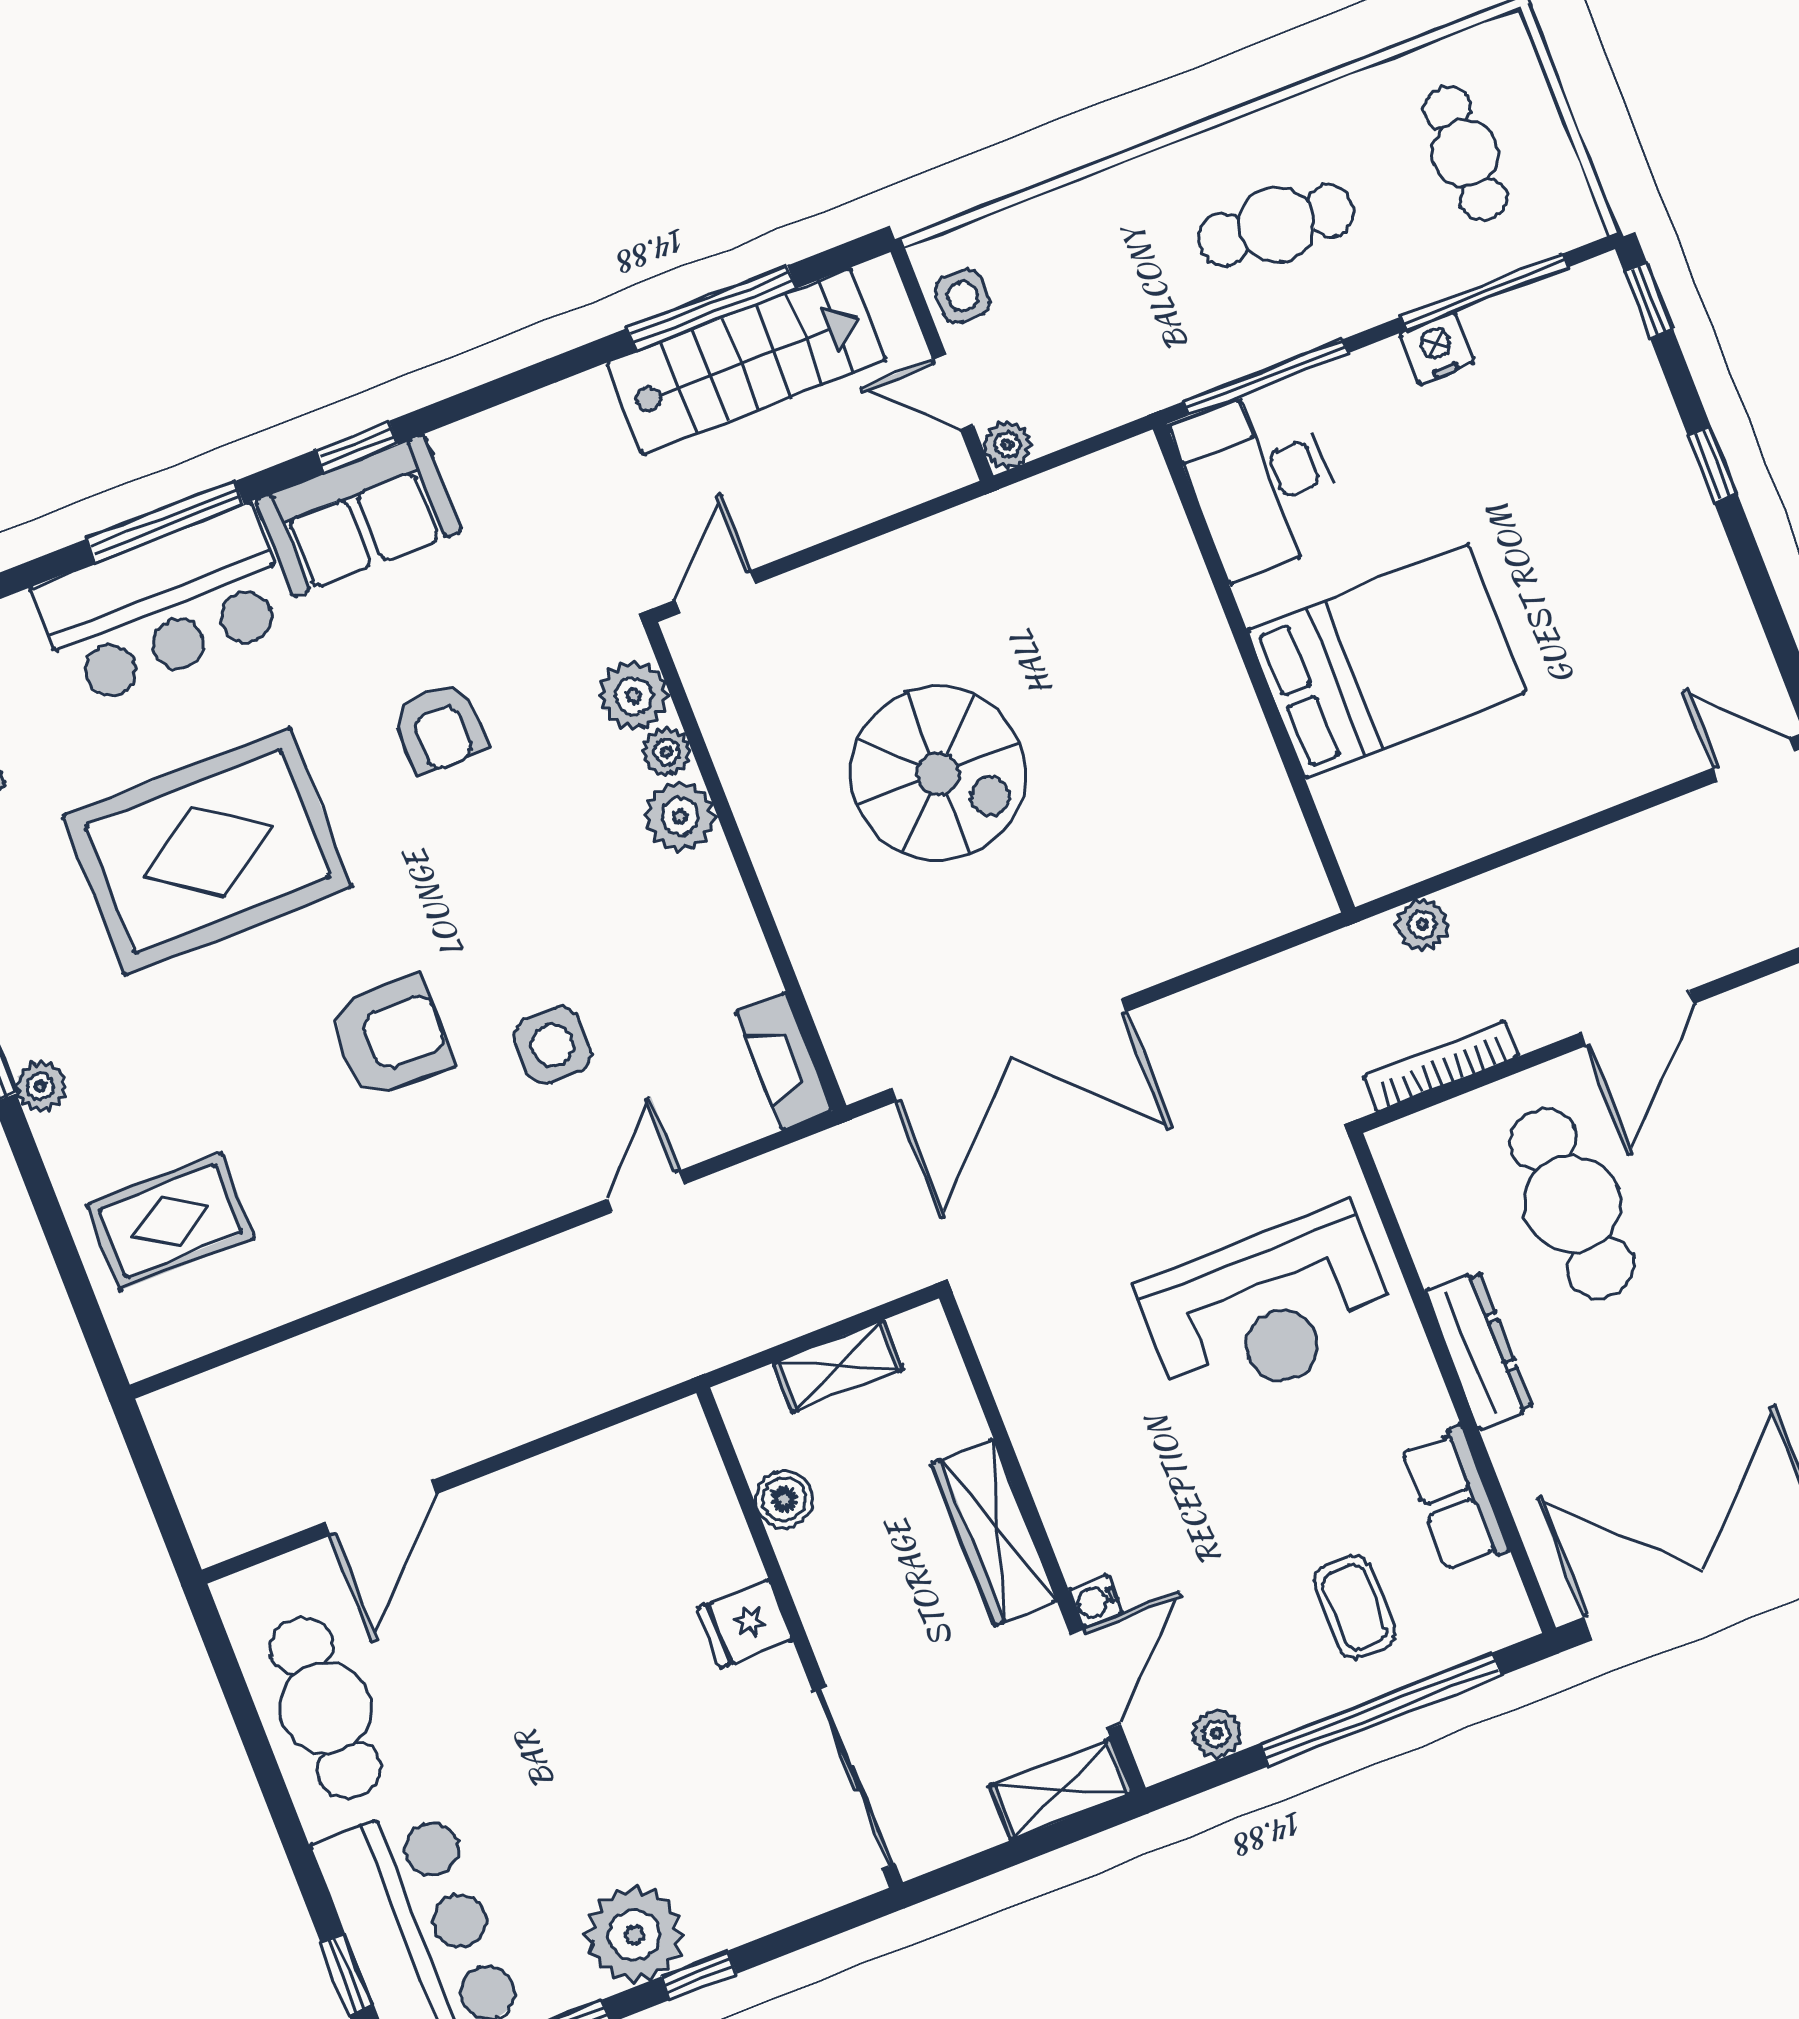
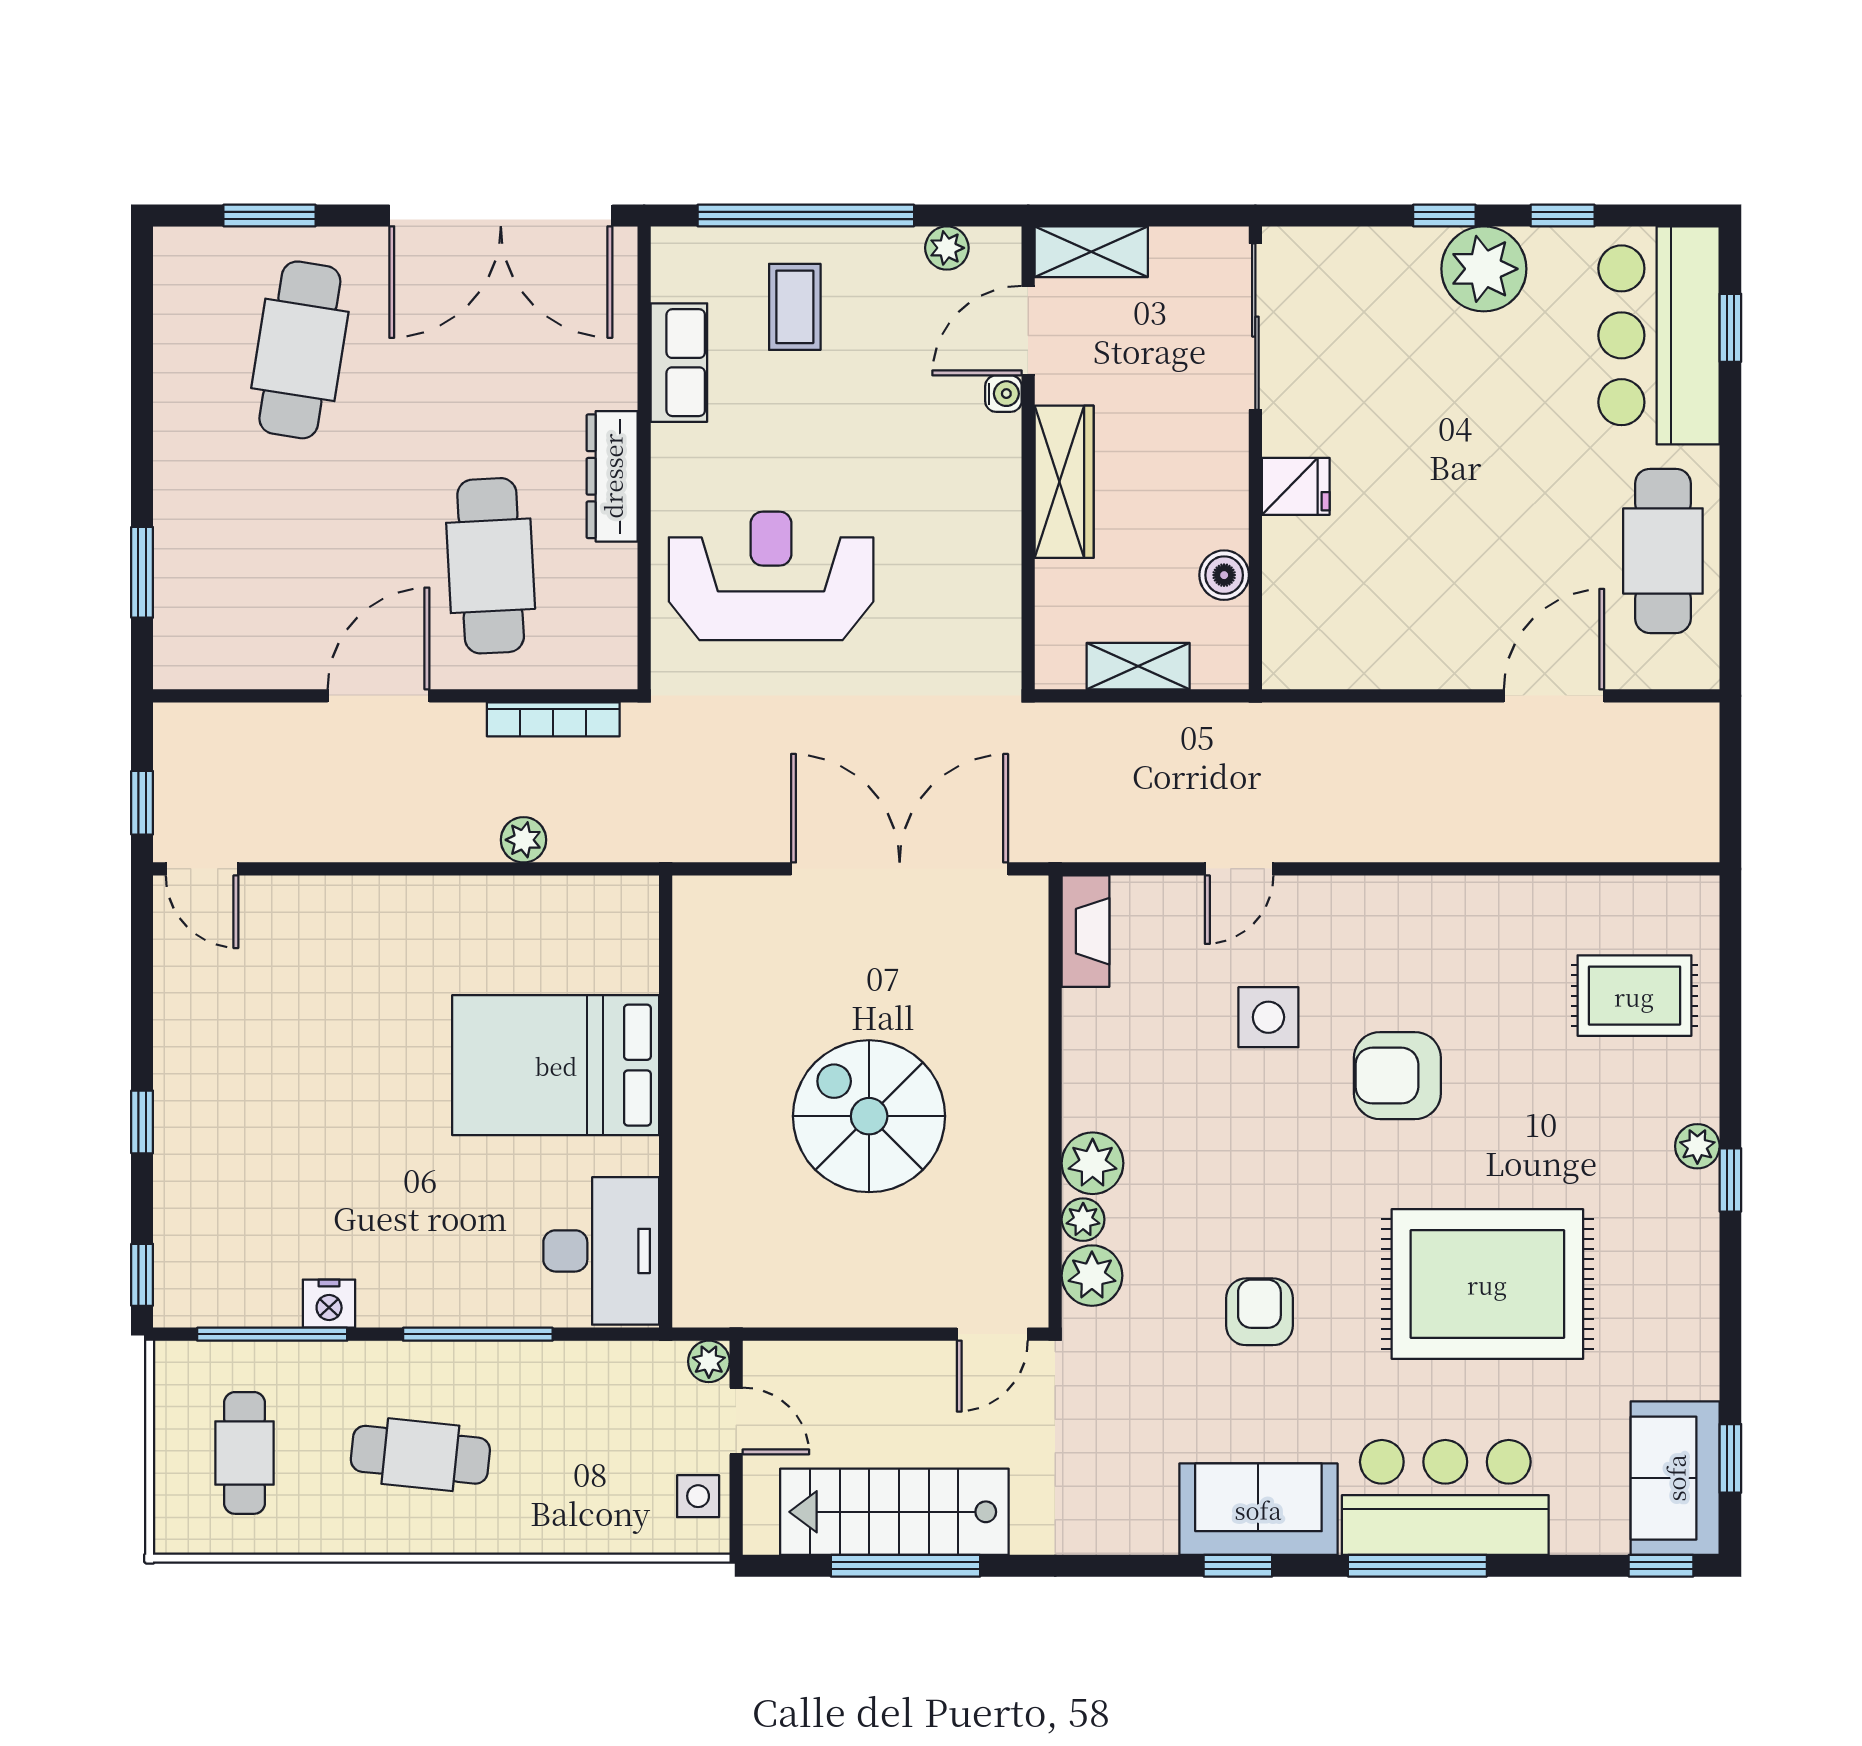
desk: (1261, 482) -> (601, 1251), moved
bed: (1387, 661) -> (556, 1065), moved
wall: (1254, 668) -> (666, 1102), moved

